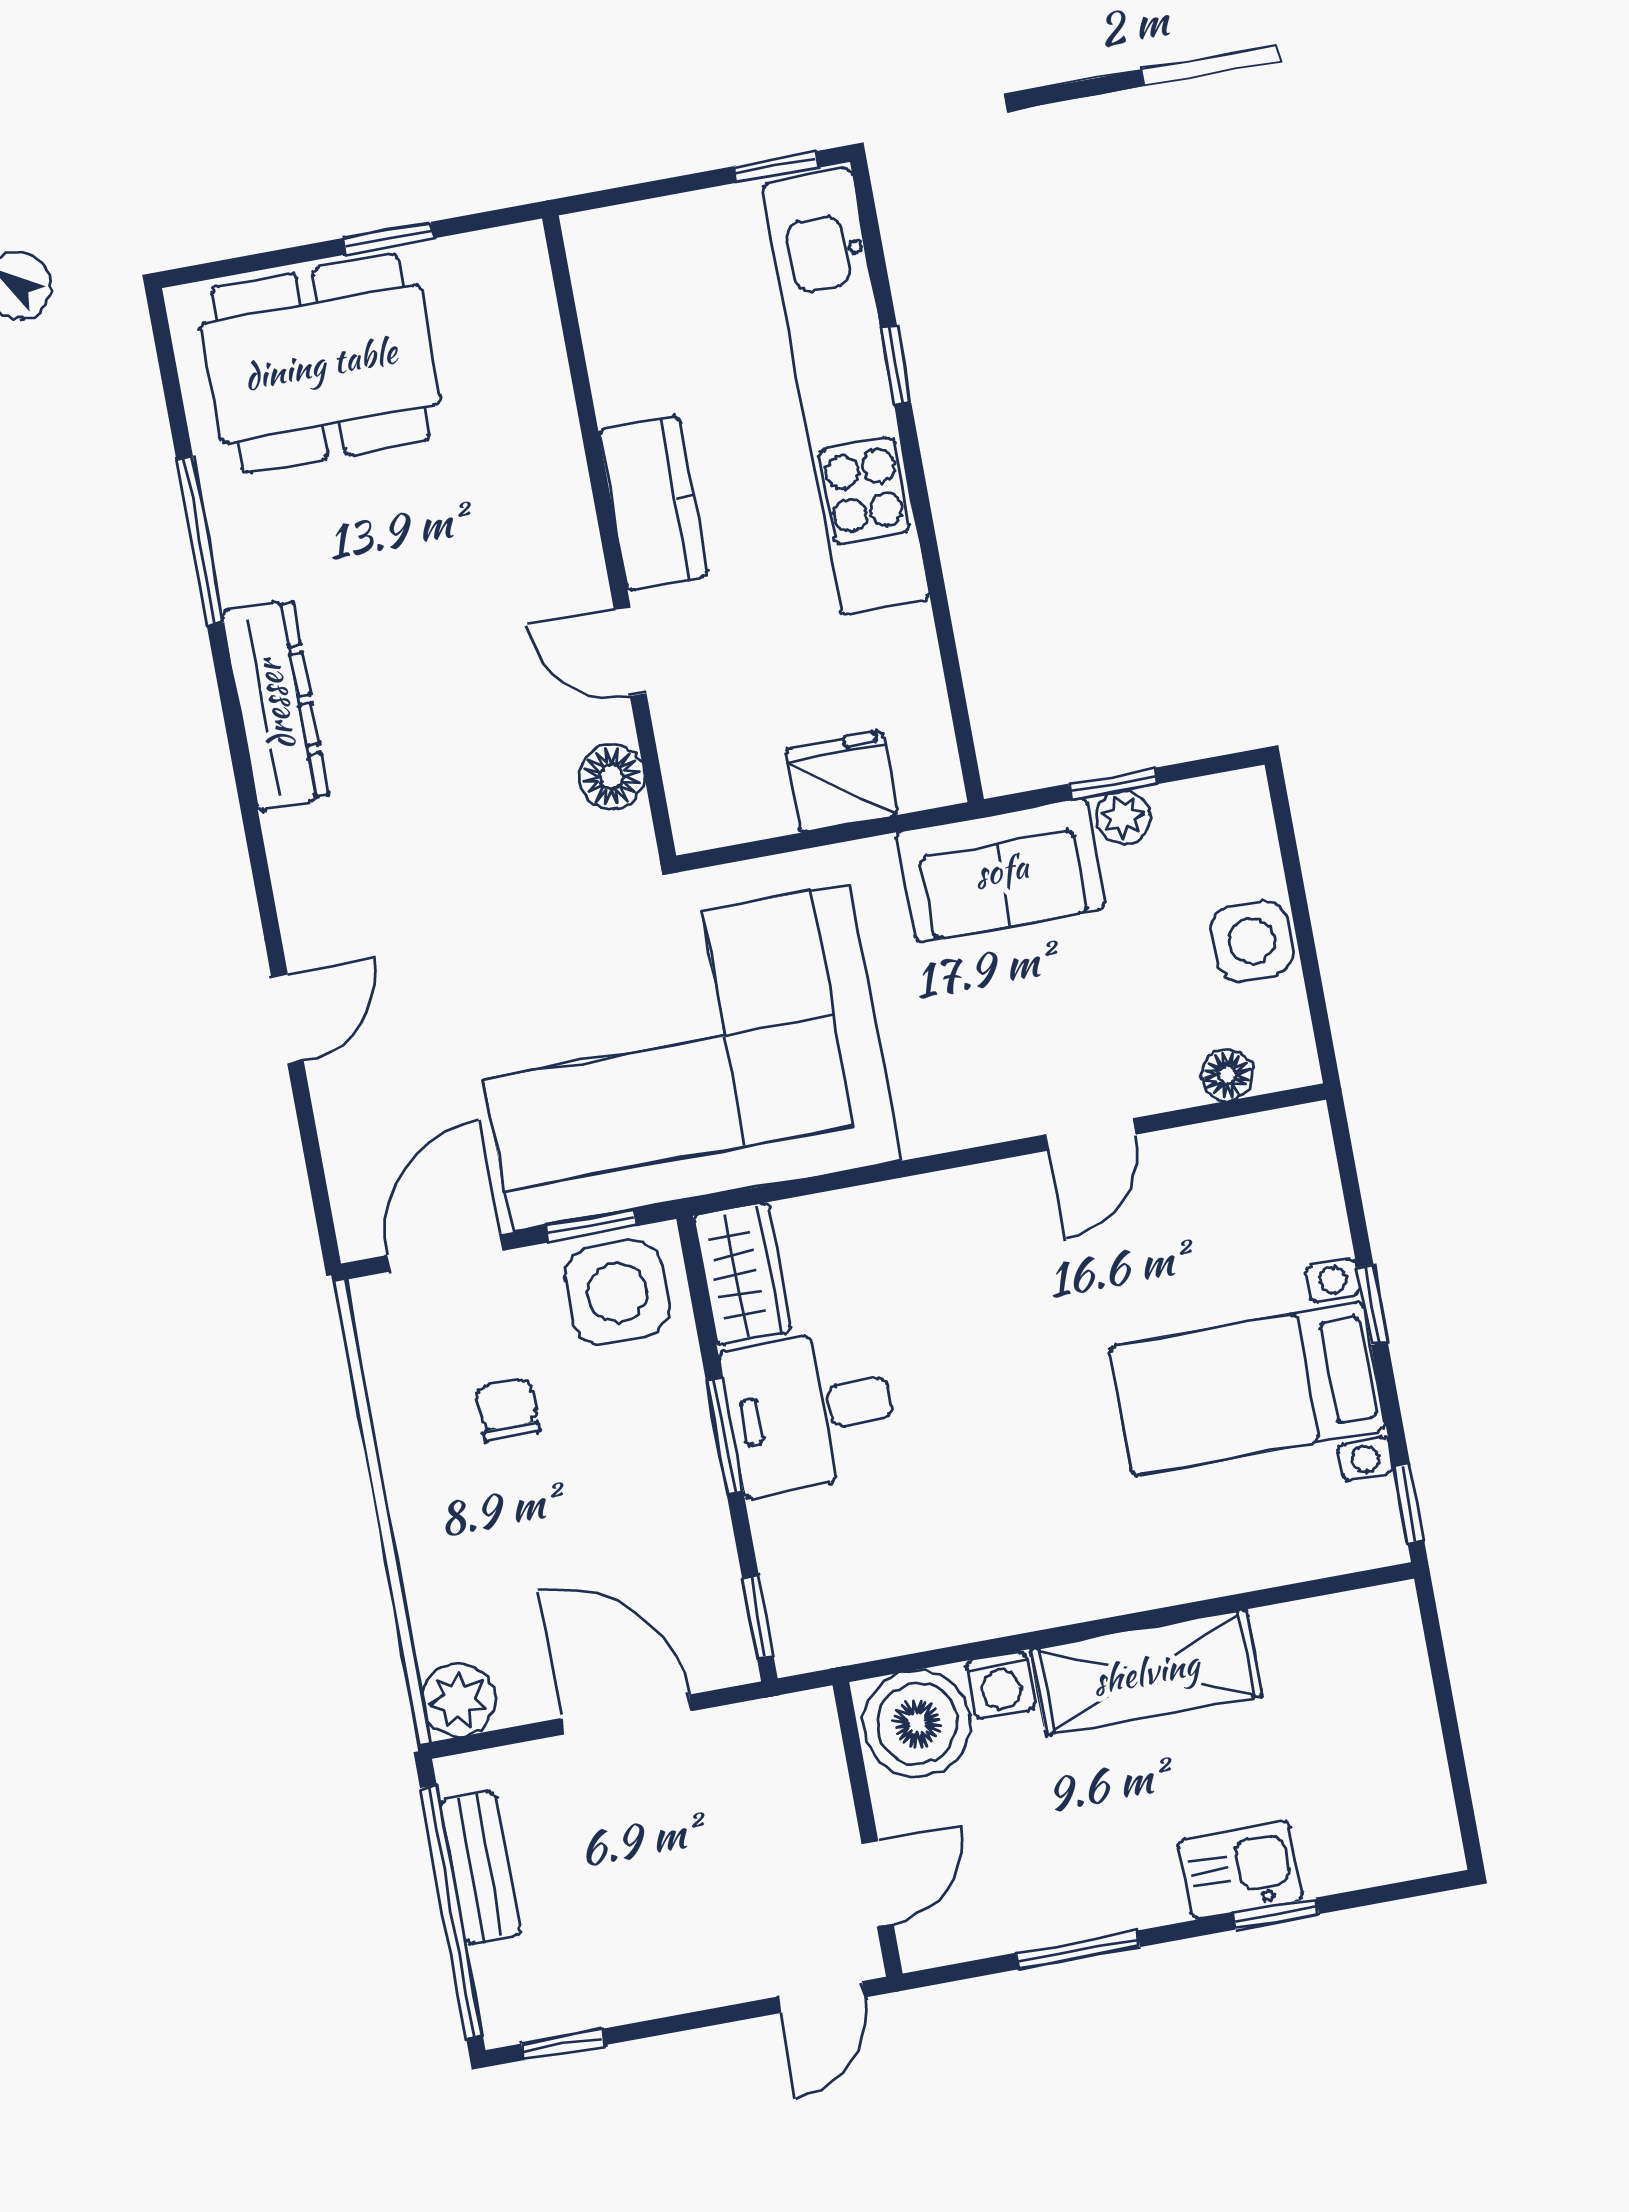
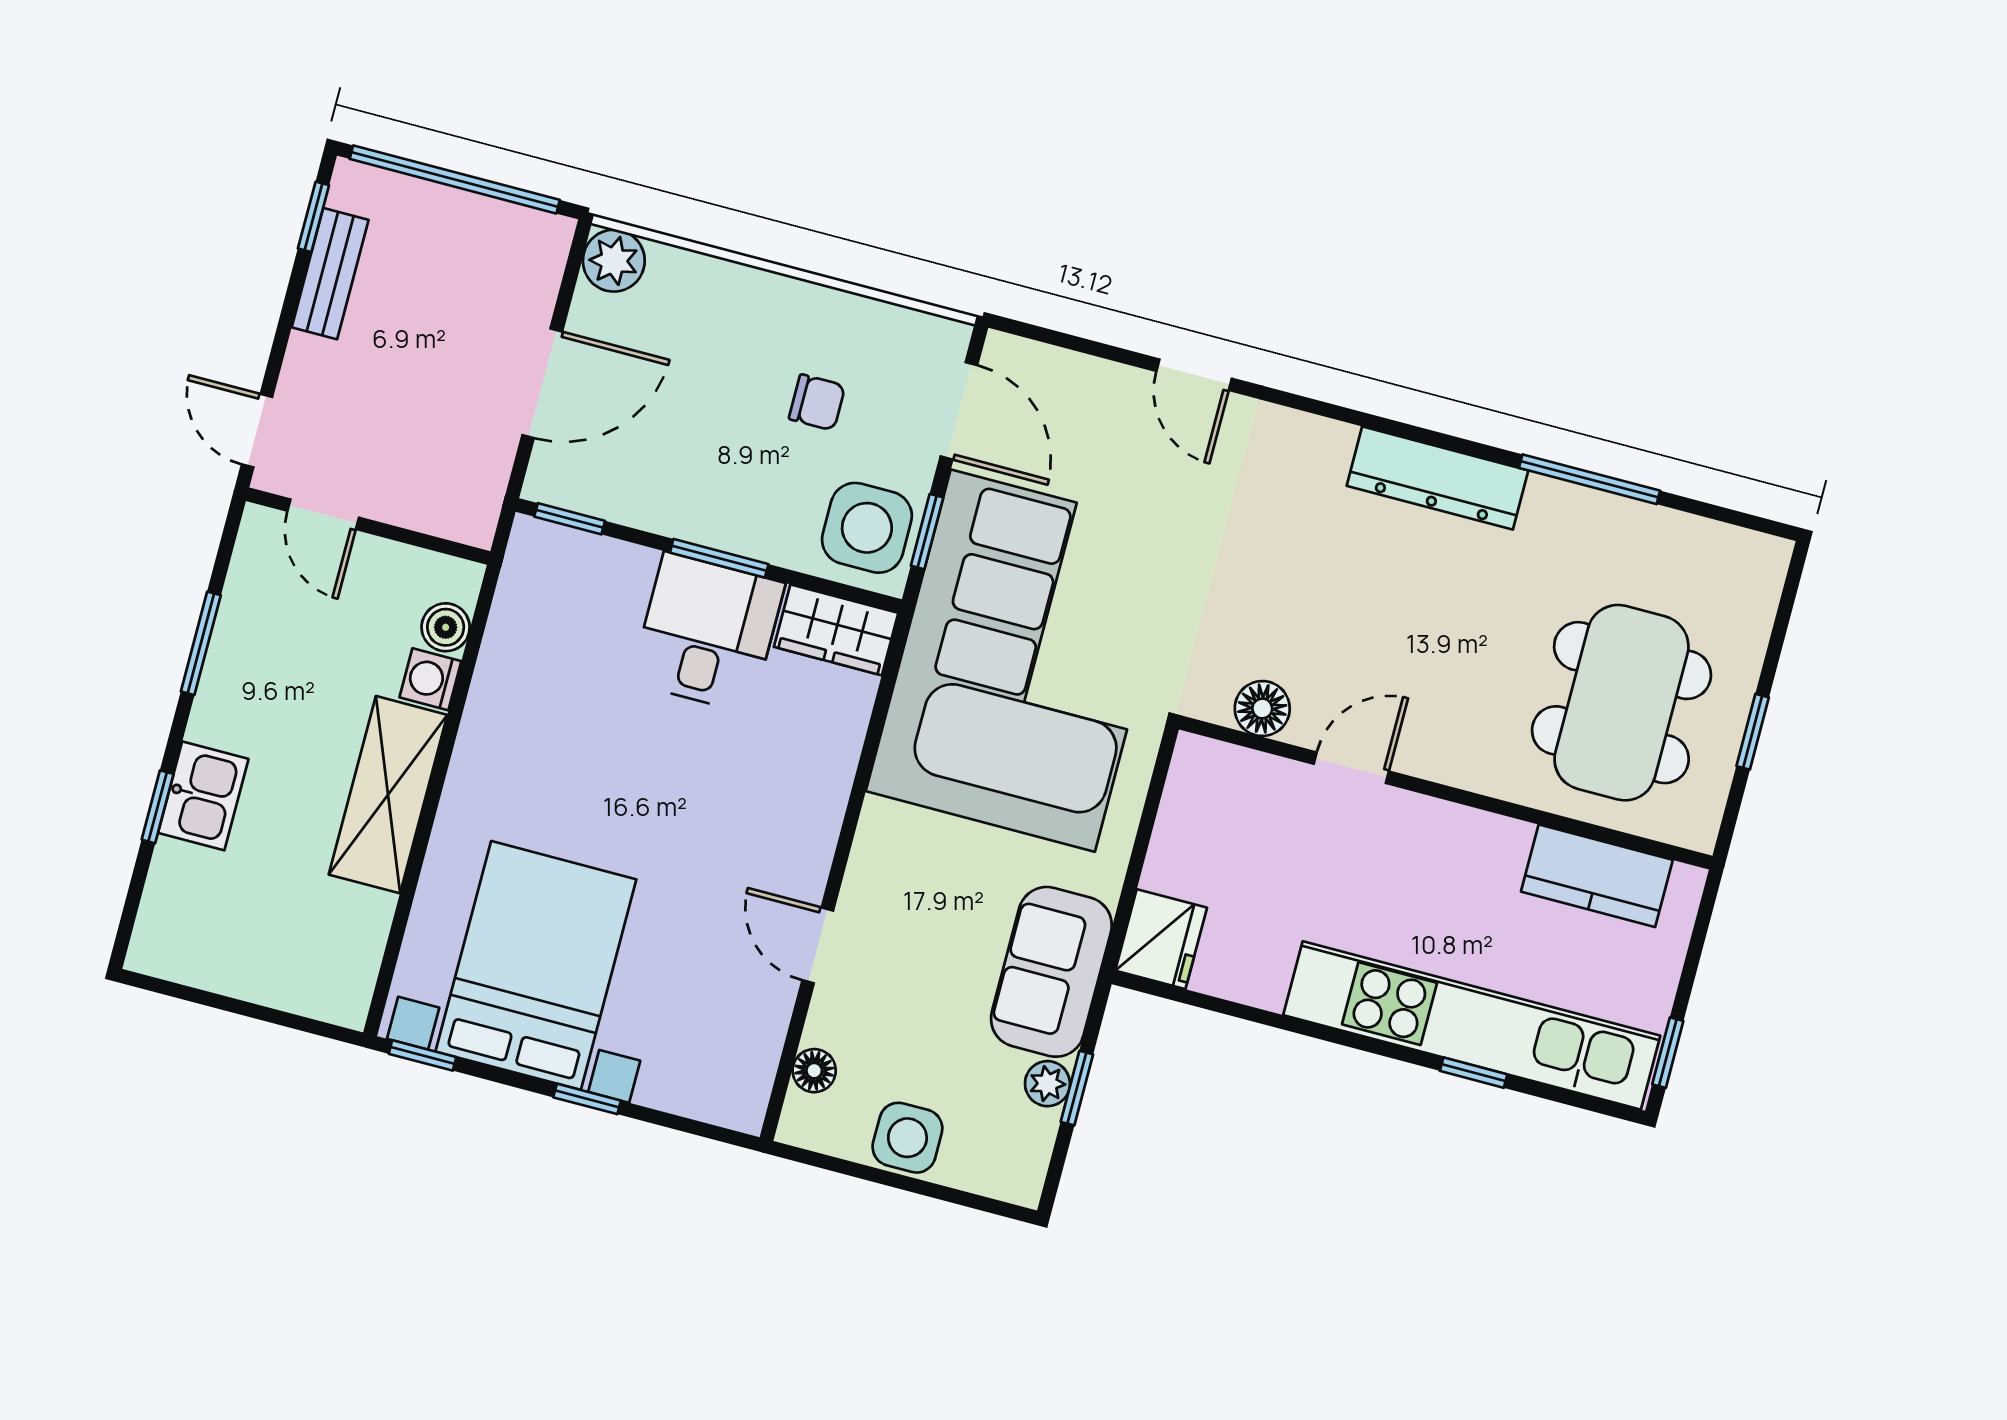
dining table: (320, 364) -> (1621, 703), moved
kitchen counter: (653, 503) -> (1597, 876), moved
fridge: (841, 781) -> (1161, 939), moved
bed with nightstands: (1248, 1388) -> (536, 965), width x1.36
boiler: (917, 1724) -> (446, 627), width x0.54, depth x0.54
bench: (480, 1868) -> (330, 274), moved, turned 90

